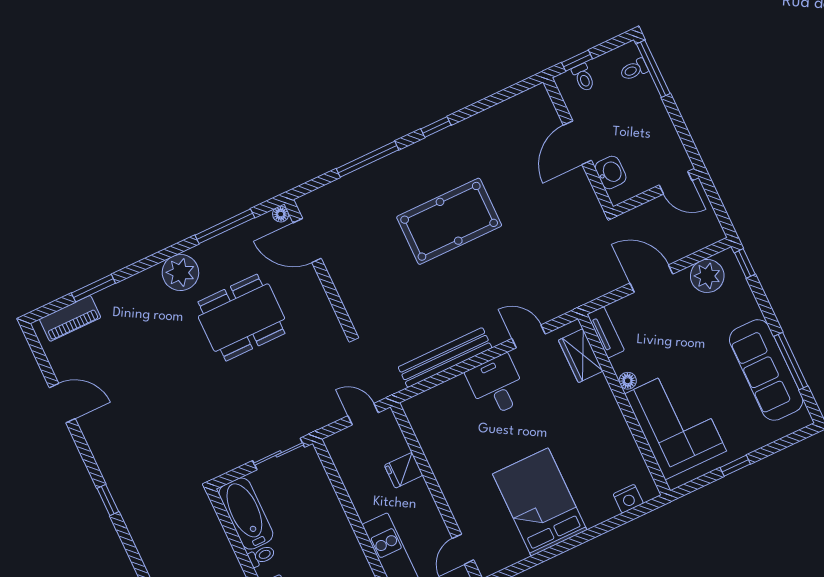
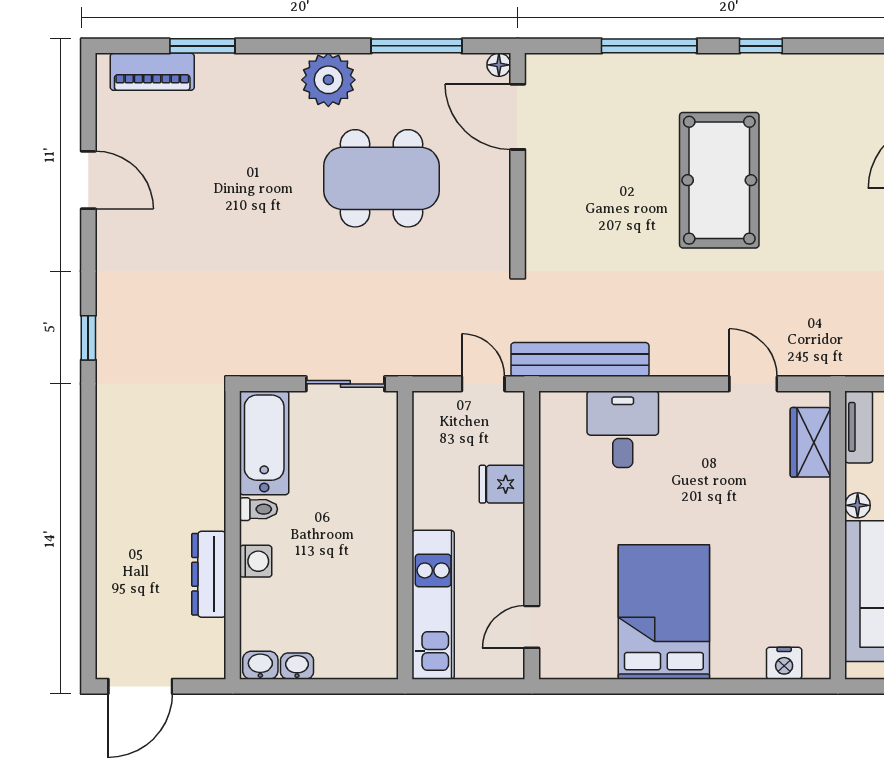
pool table: (449, 221) -> (719, 180), turned 90
bench: (445, 358) -> (580, 360), moved
desk: (497, 385) -> (623, 429), moved

